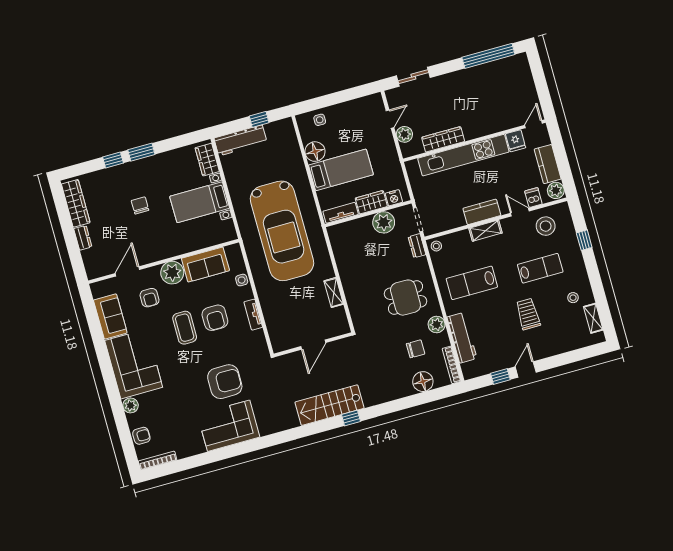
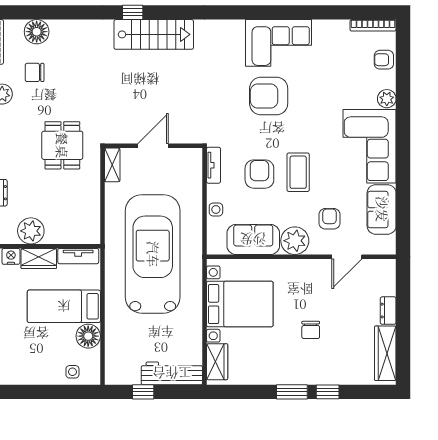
bed with nightstands: (200, 202) -> (240, 304), width x1.36
dining table: (405, 298) -> (62, 145), moved, turned 90
door: (313, 345) -> (153, 146), moved
wall: (313, 345) -> (153, 146), moved

